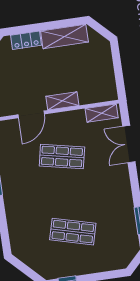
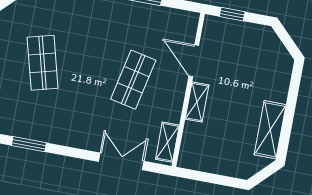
locker: (26, 40) -> (281, 84), removed
shop shelf: (73, 232) -> (43, 63), turned -30

